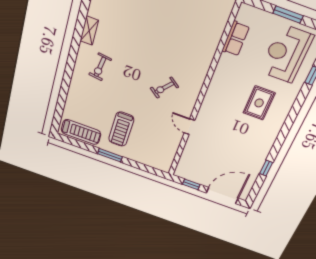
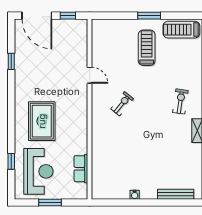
rug: (259, 103) -> (42, 121), width x1.36, depth x1.43
door: (222, 196) -> (37, 16), hinge flipped

